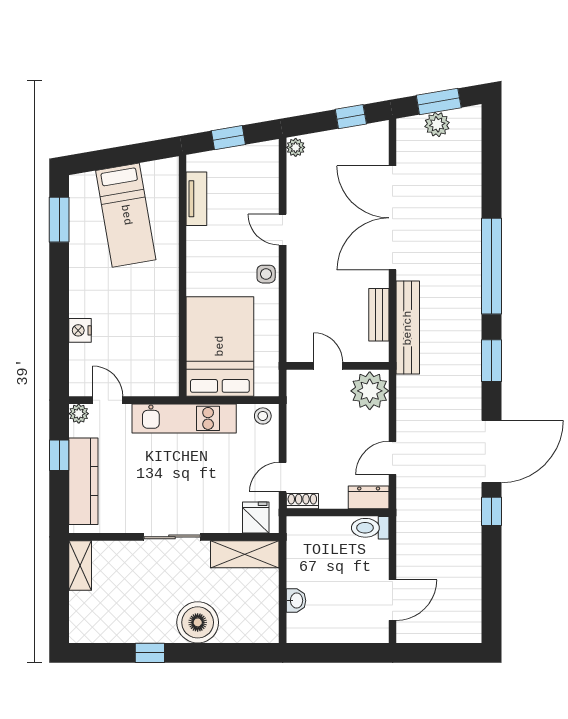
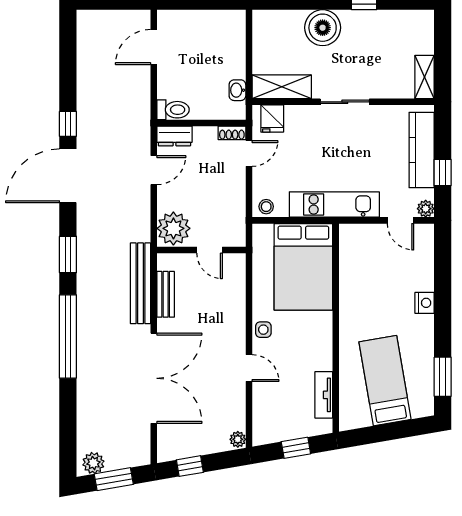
plant: (437, 124) -> (93, 463), moved
nightstand: (80, 330) -> (425, 303), moved
washbasin: (296, 601) -> (237, 90), moved

